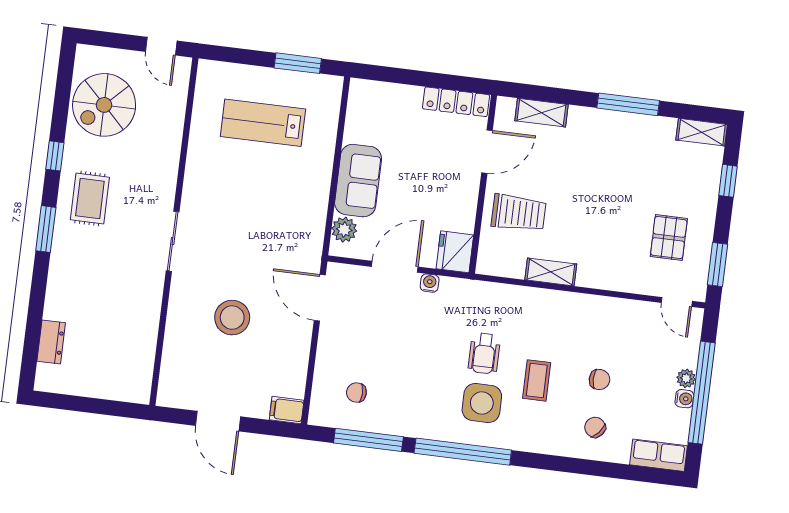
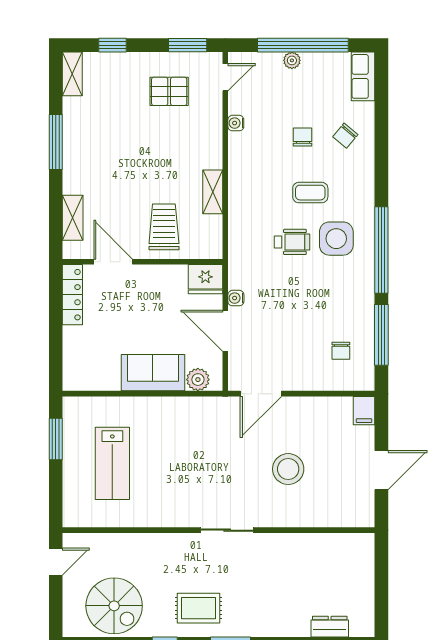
water cooler: (684, 399) -> (236, 123), moved, turned -90

